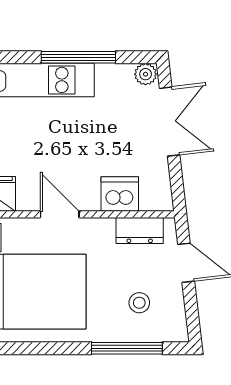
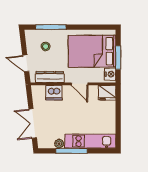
plant: (146, 74) -> (59, 144), moved
dresser: (140, 230) -> (50, 77), width x1.44

